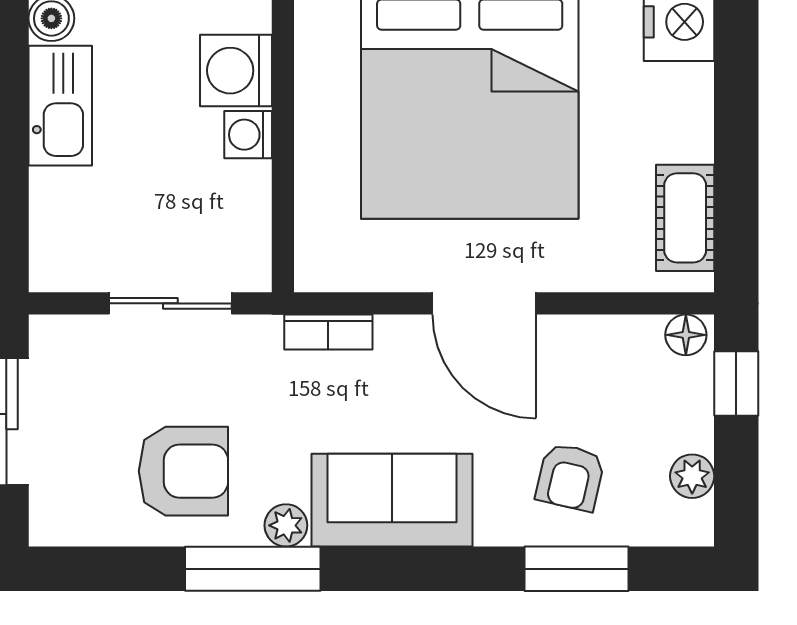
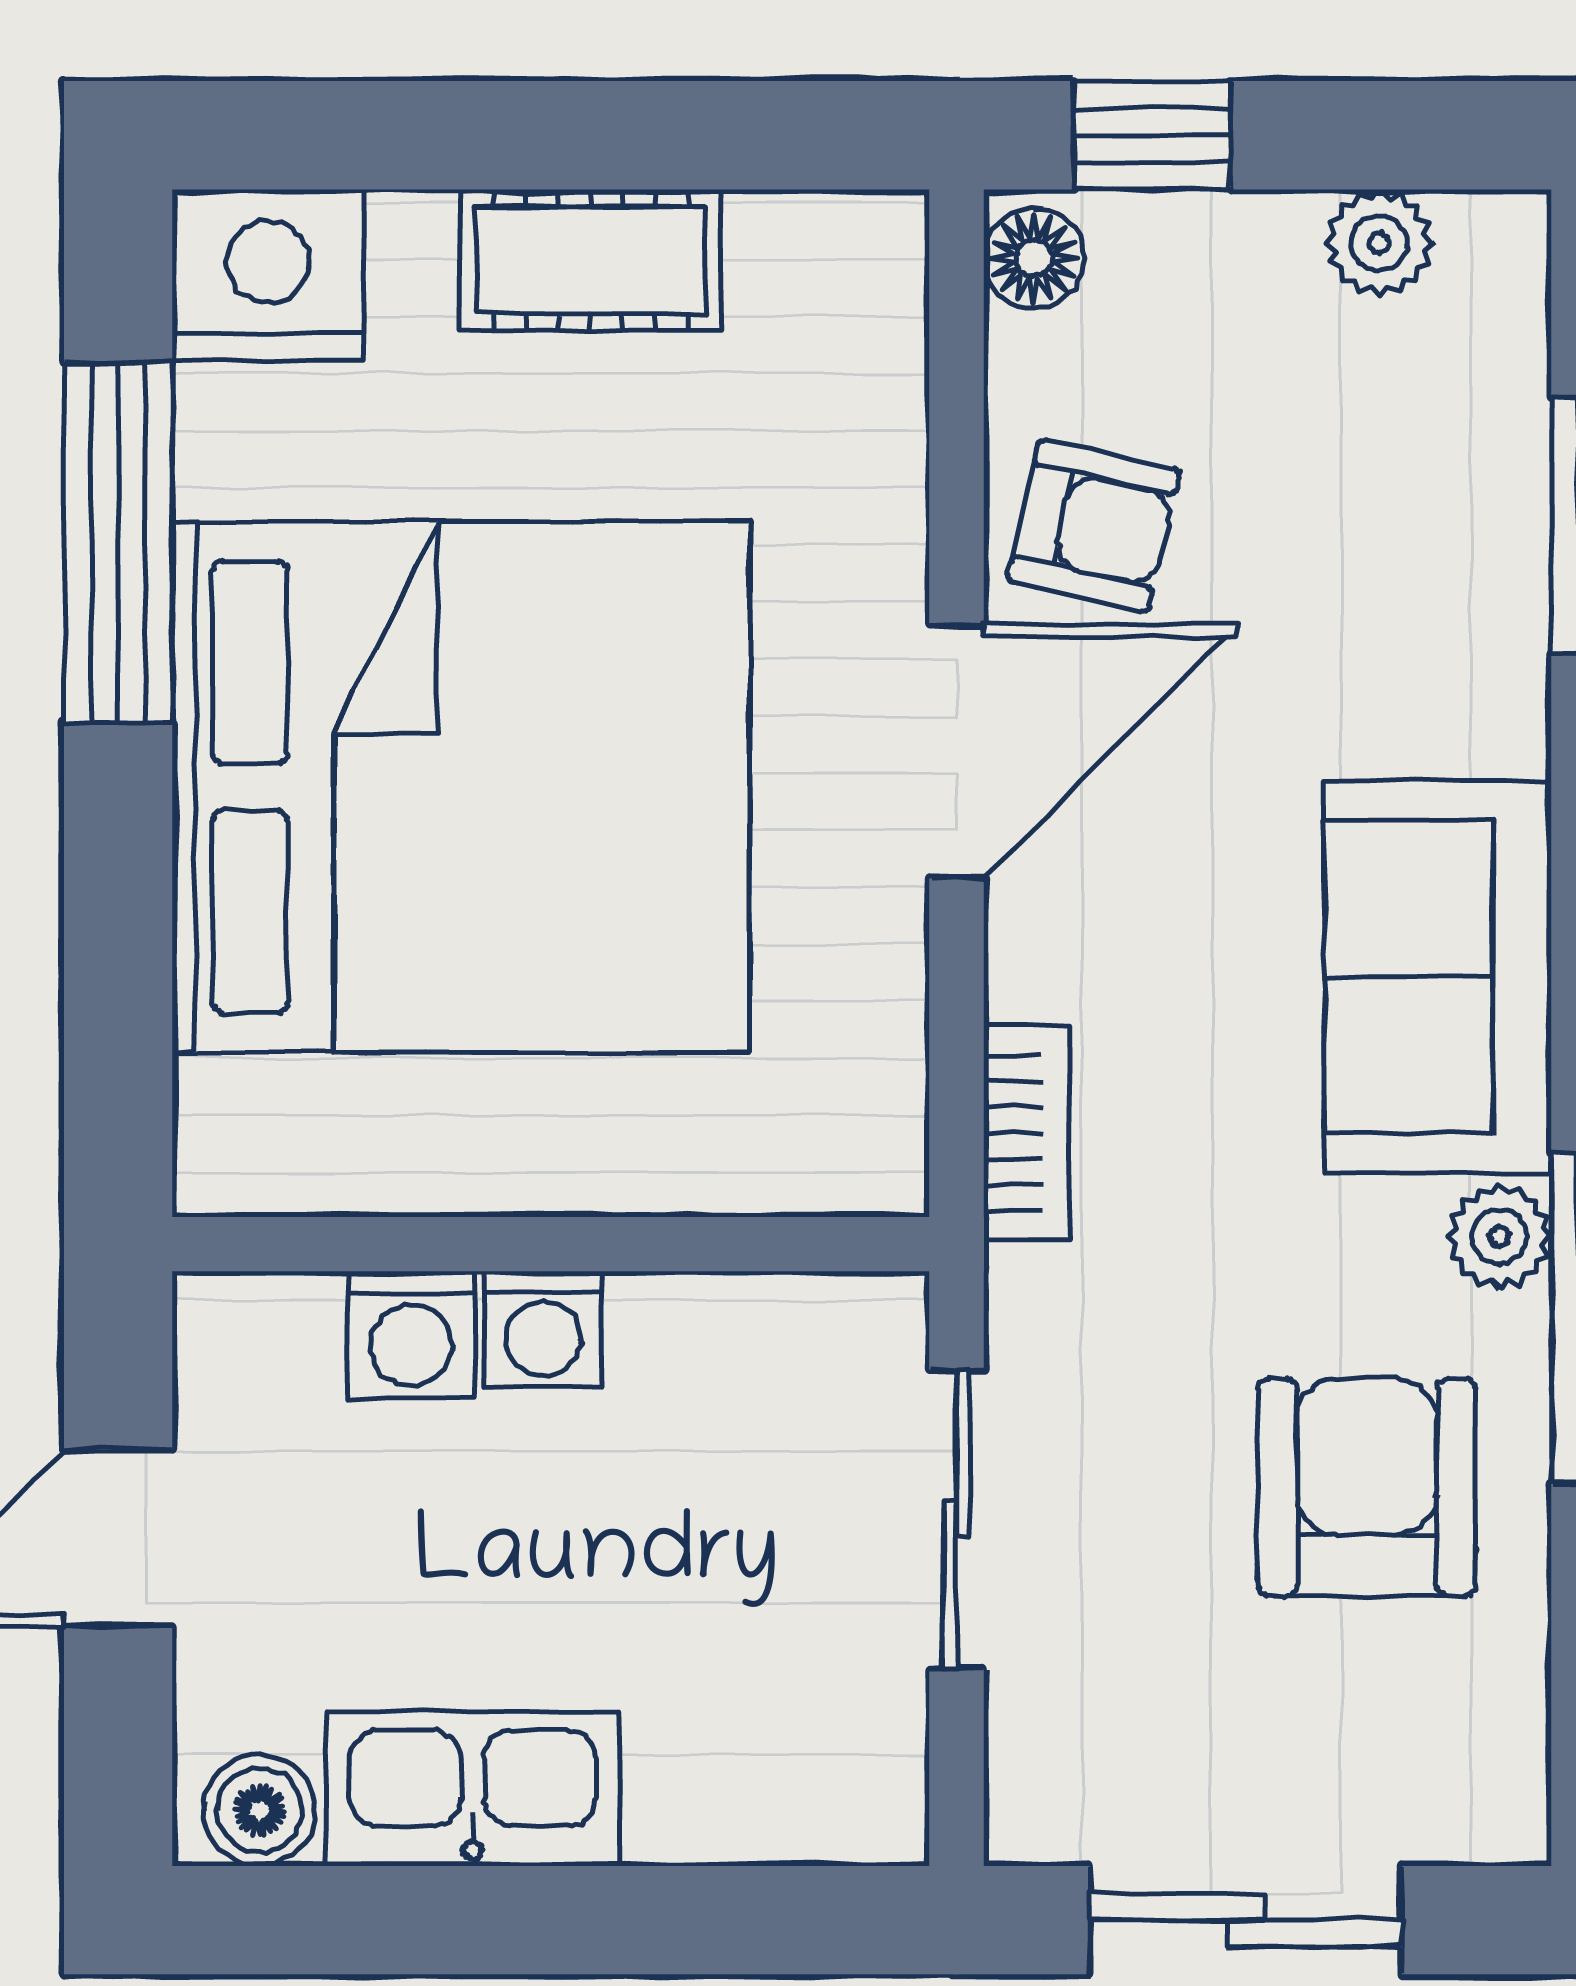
washing machine: (236, 71) -> (411, 1335), width x0.73, depth x0.73
cot: (685, 218) -> (590, 260), moved
armchair: (570, 477) -> (1093, 526), moved

